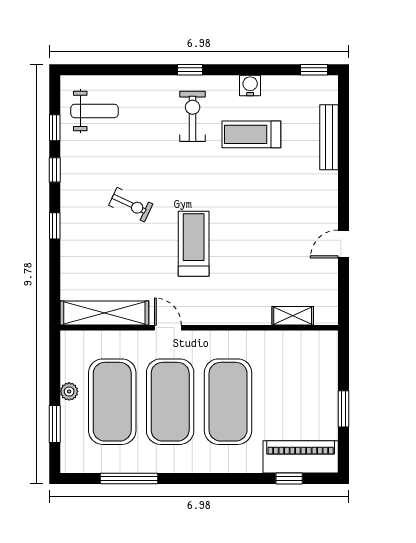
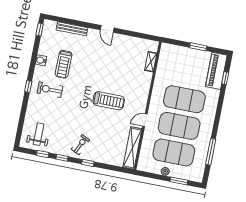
exercise bike: (131, 205) -> (80, 145), moved
treadmill: (194, 244) -> (109, 101), turned 180
door: (343, 244) -> (107, 29), moved

